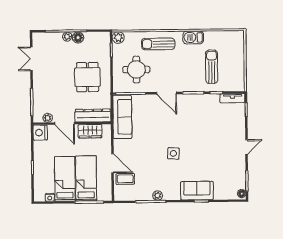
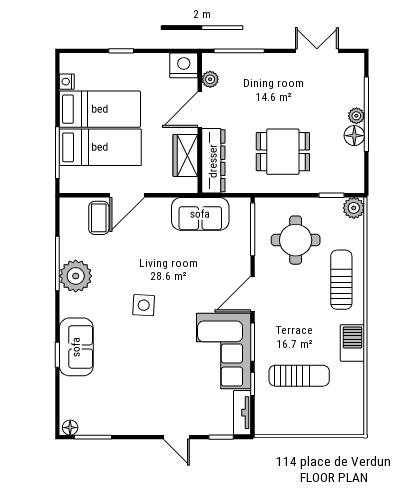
corner sofa: (198, 109) -> (224, 351), added
sofa: (122, 117) -> (200, 214), width x0.73
door: (247, 147) -> (176, 437), moved
plant: (158, 196) -> (76, 276), width x1.88, depth x1.88

